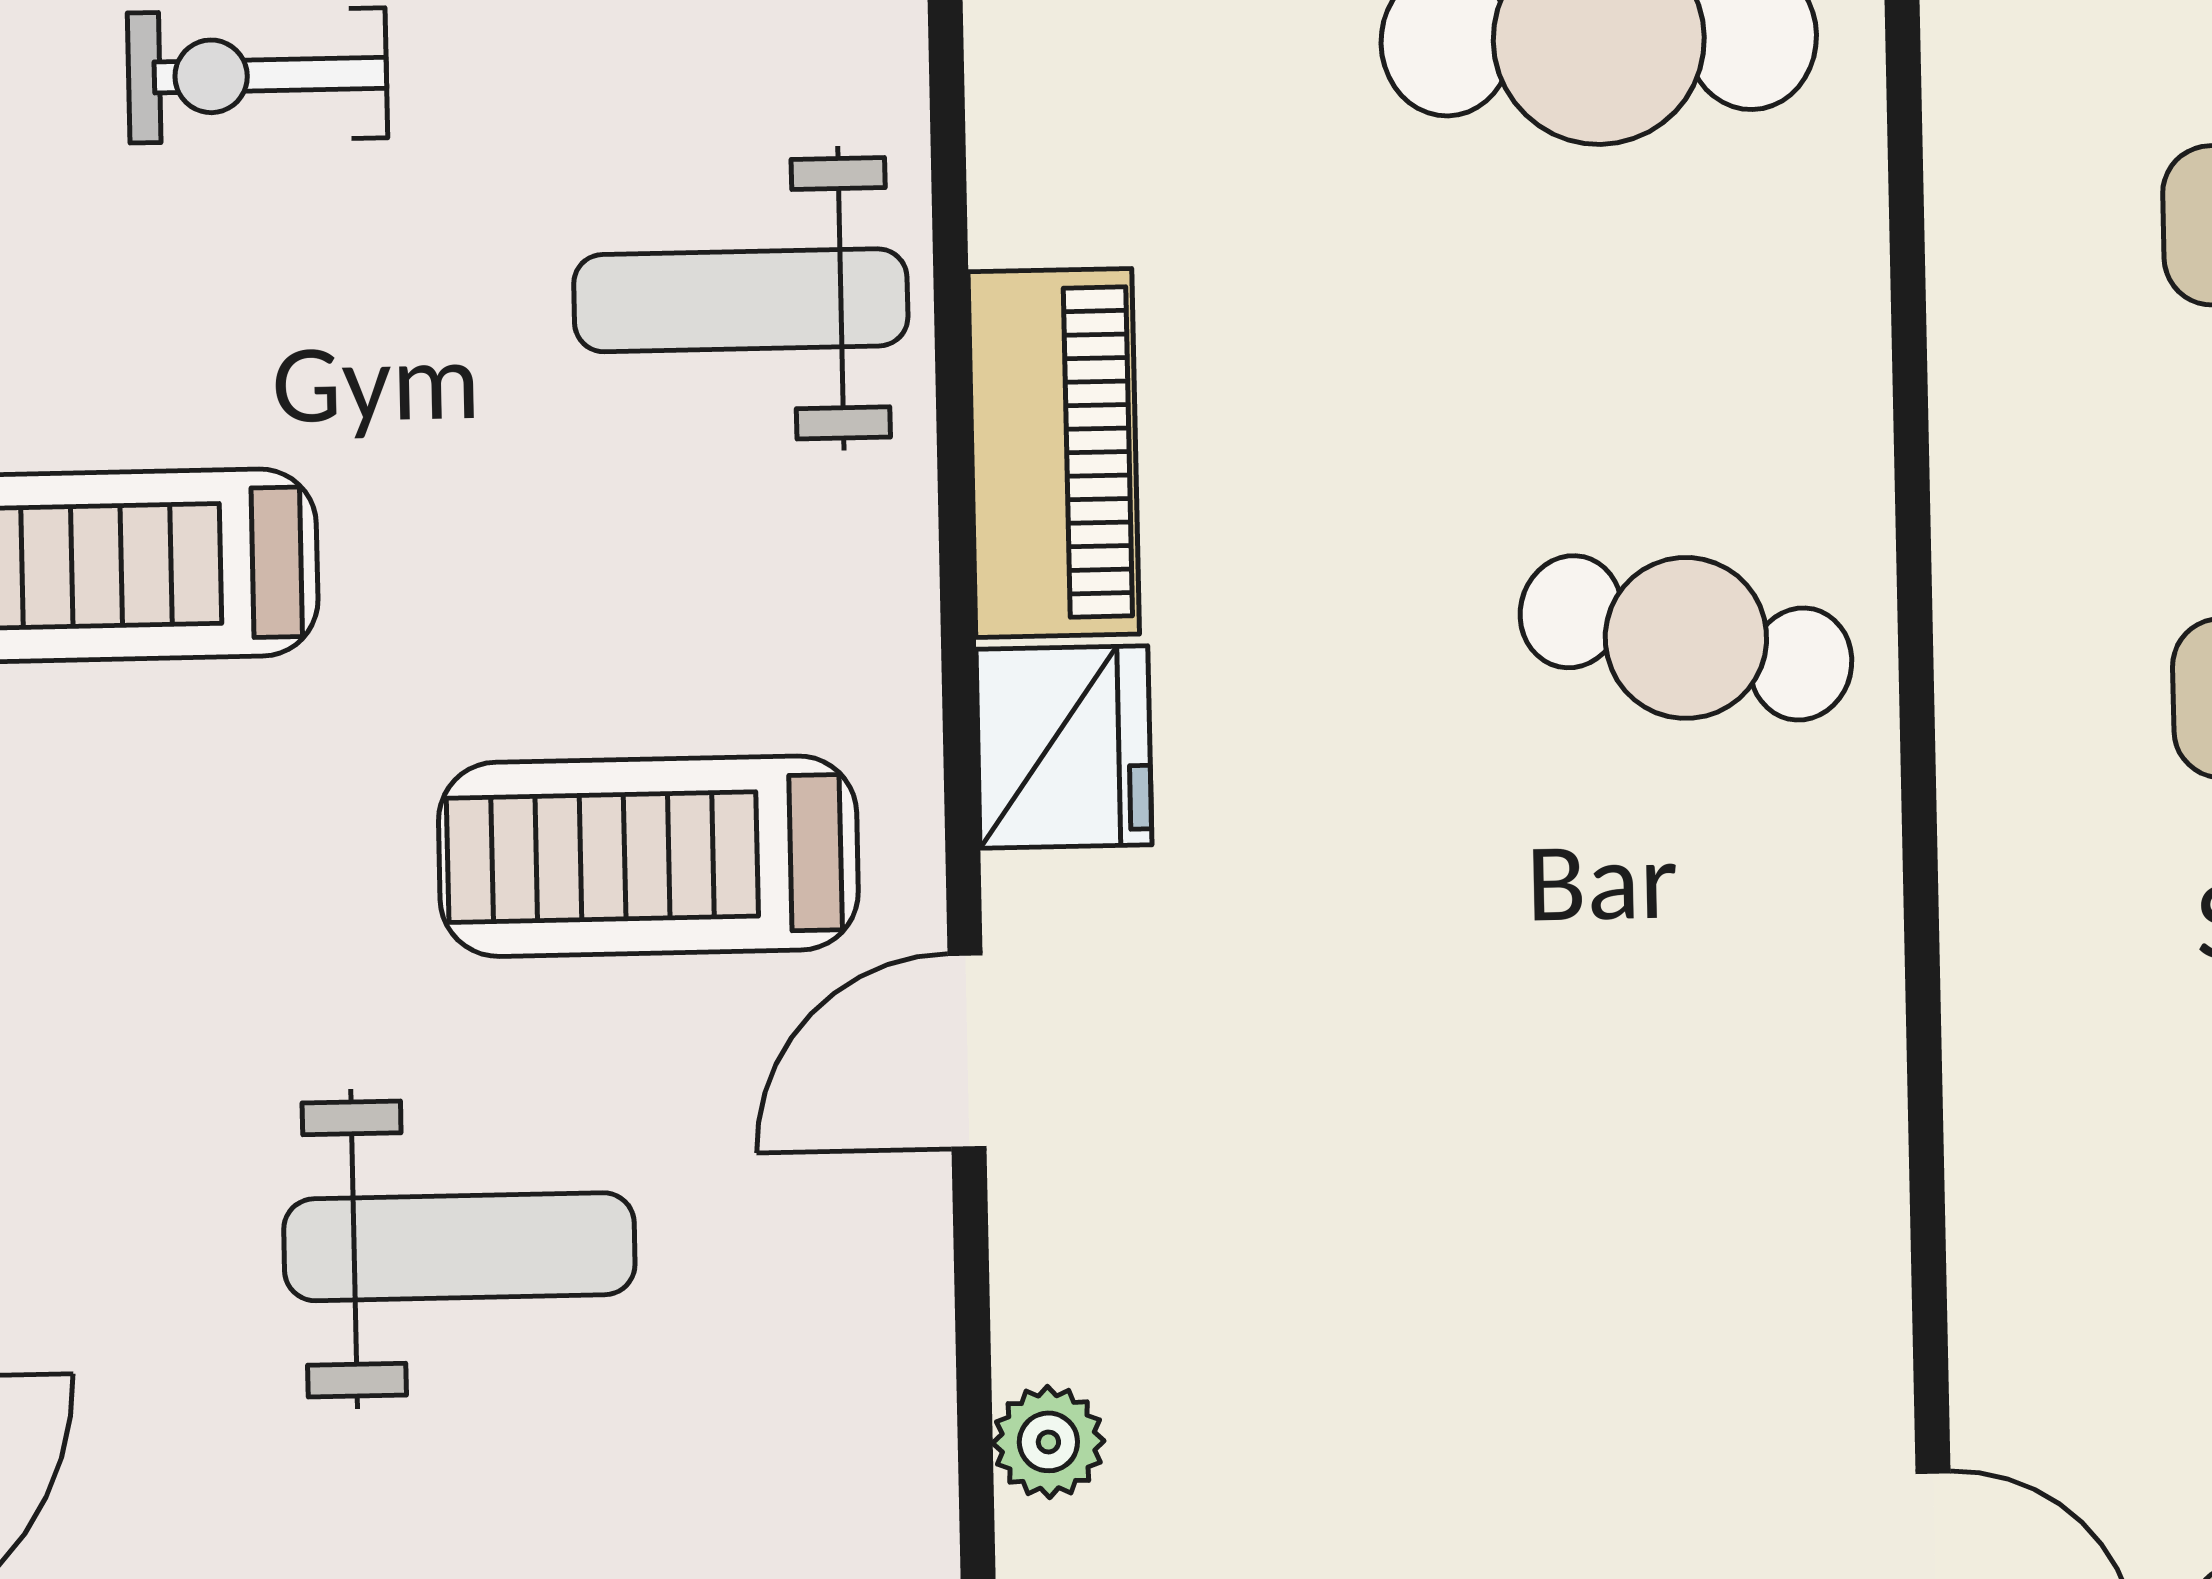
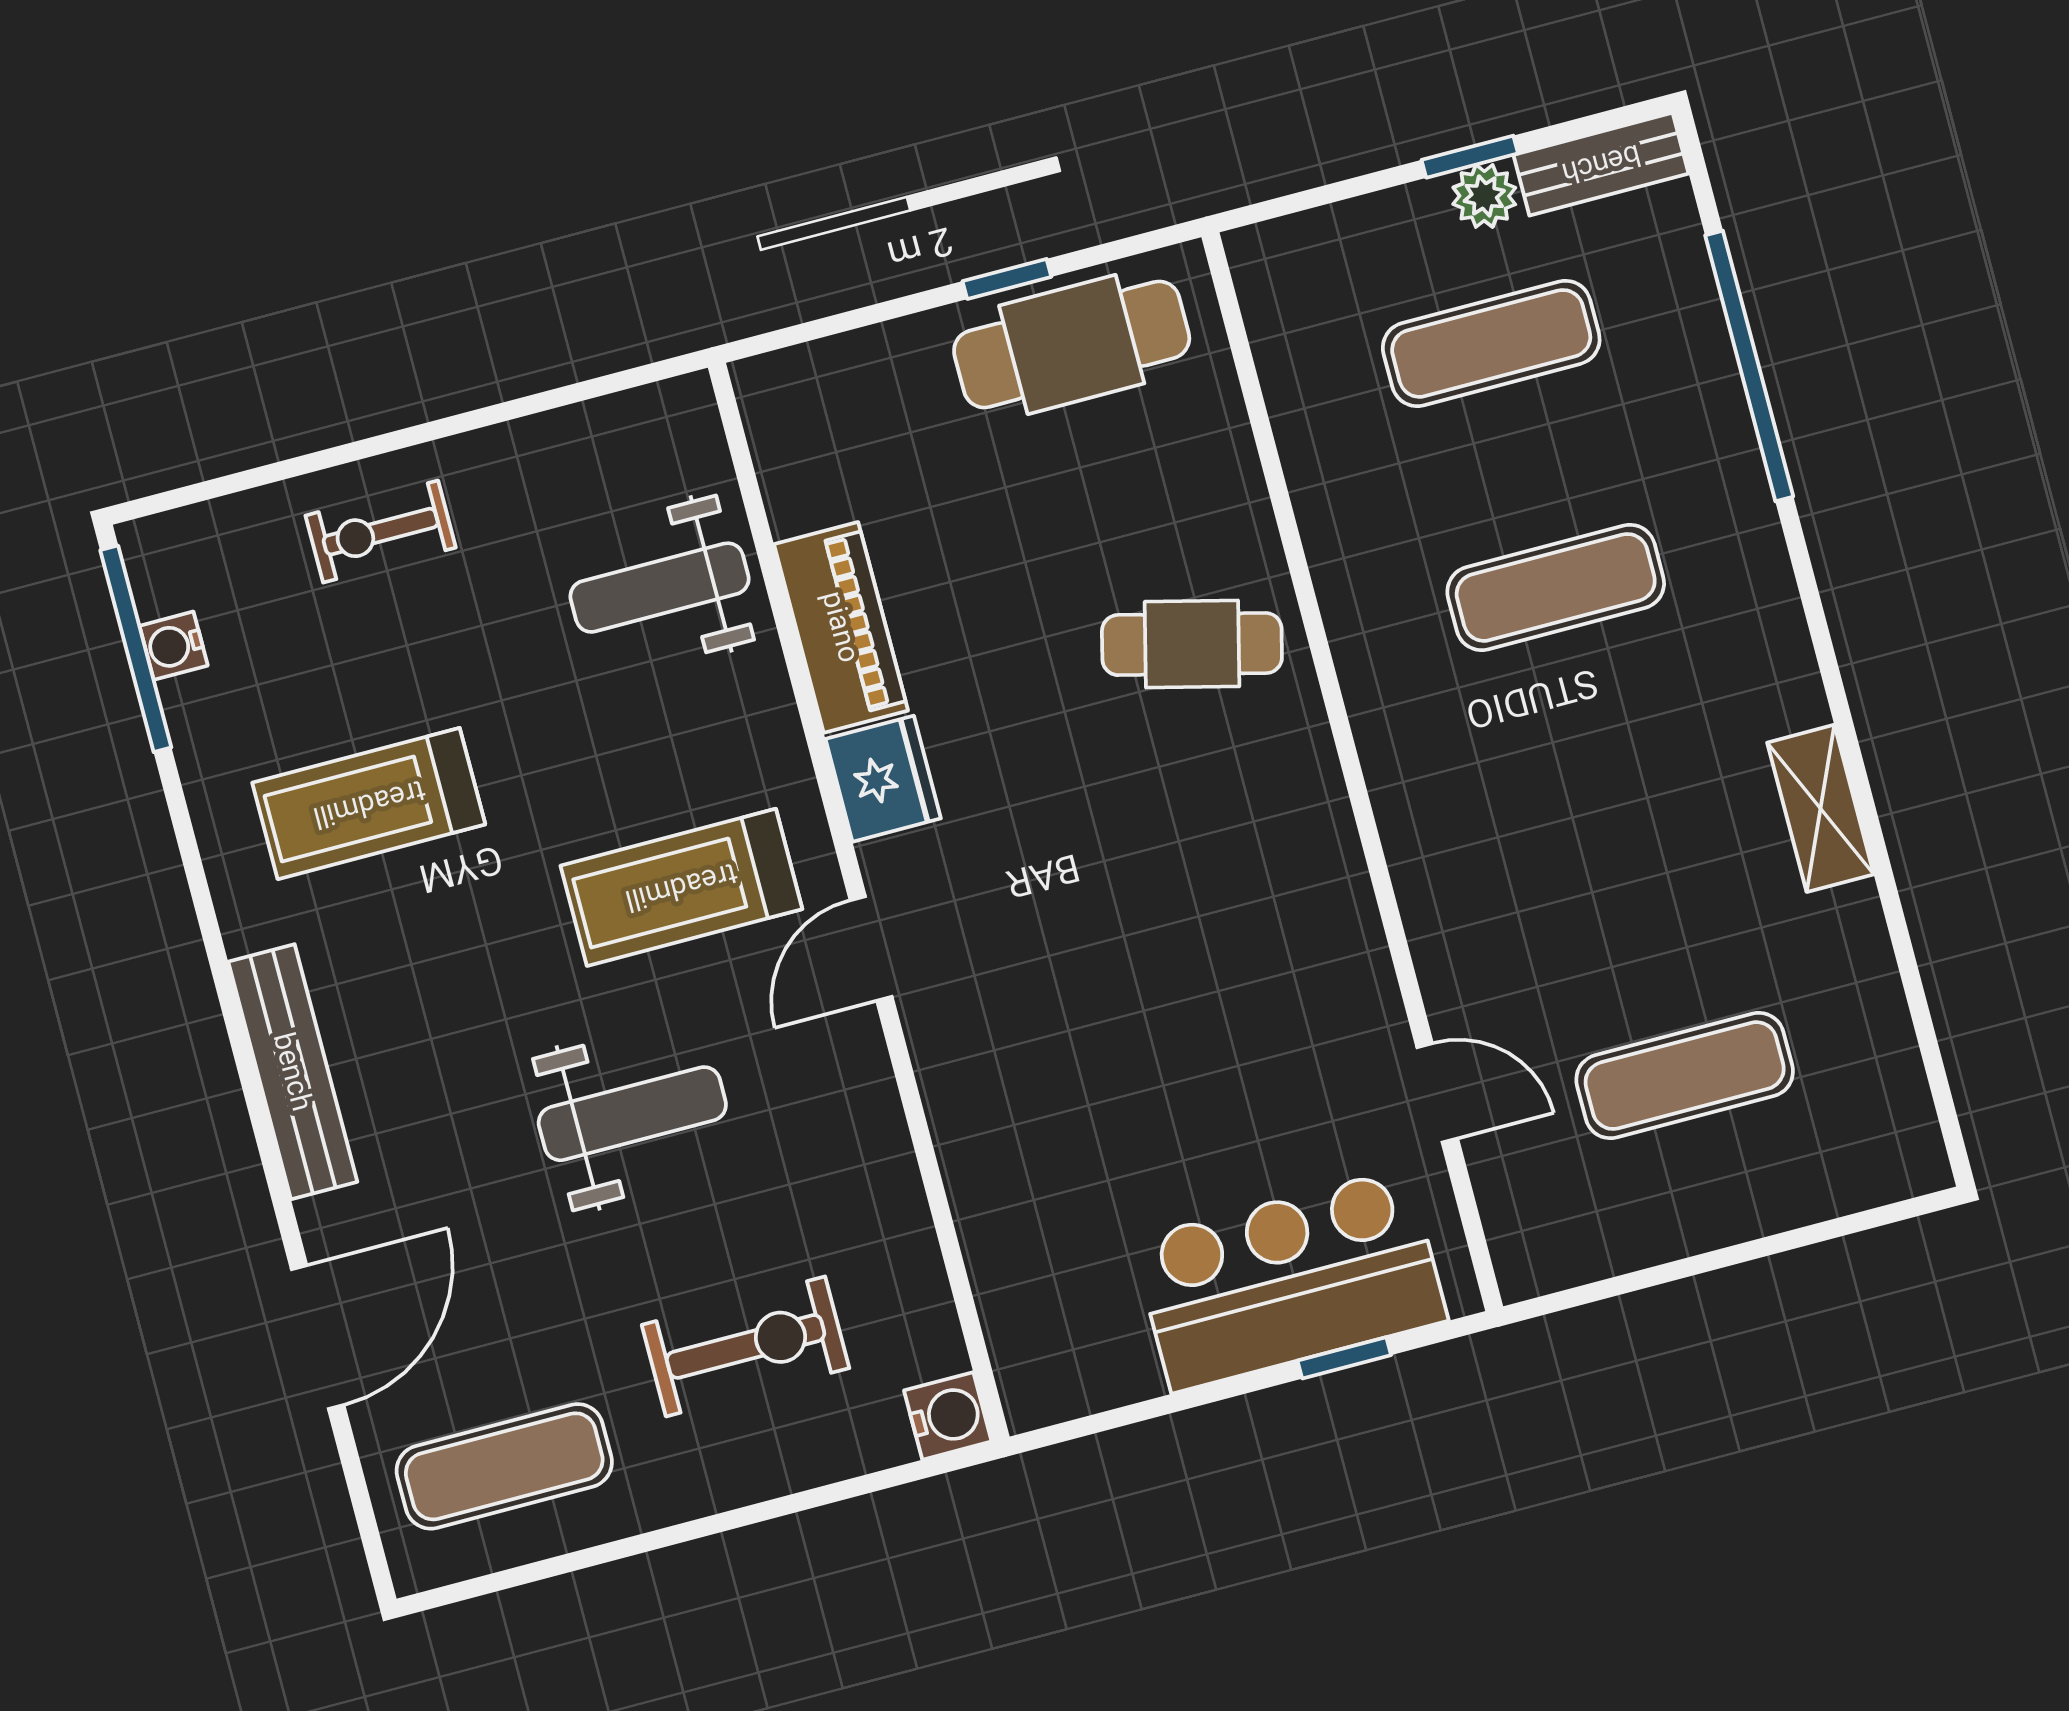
plant: (1048, 1442) -> (962, 1141), removed

